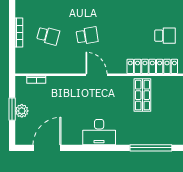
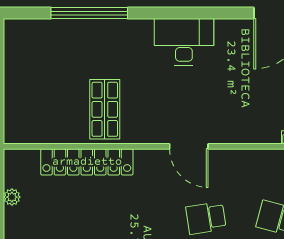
school desk: (165, 36) -> (64, 218), removed

